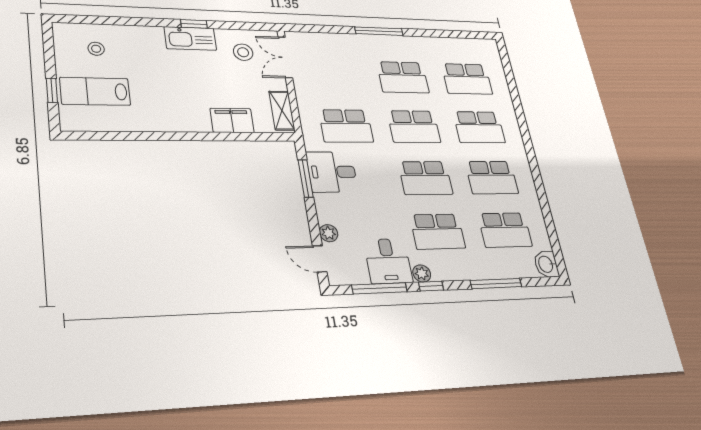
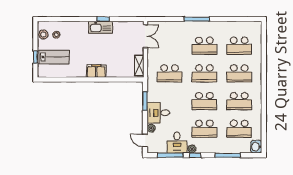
stool: (243, 52) -> (43, 34), moved
double door: (285, 57) -> (145, 36), swing flipped
lab bench: (95, 91) -> (54, 57), turned 180
filing cabinet: (232, 120) -> (96, 71), moved
desk: (332, 172) -> (158, 113), moved

